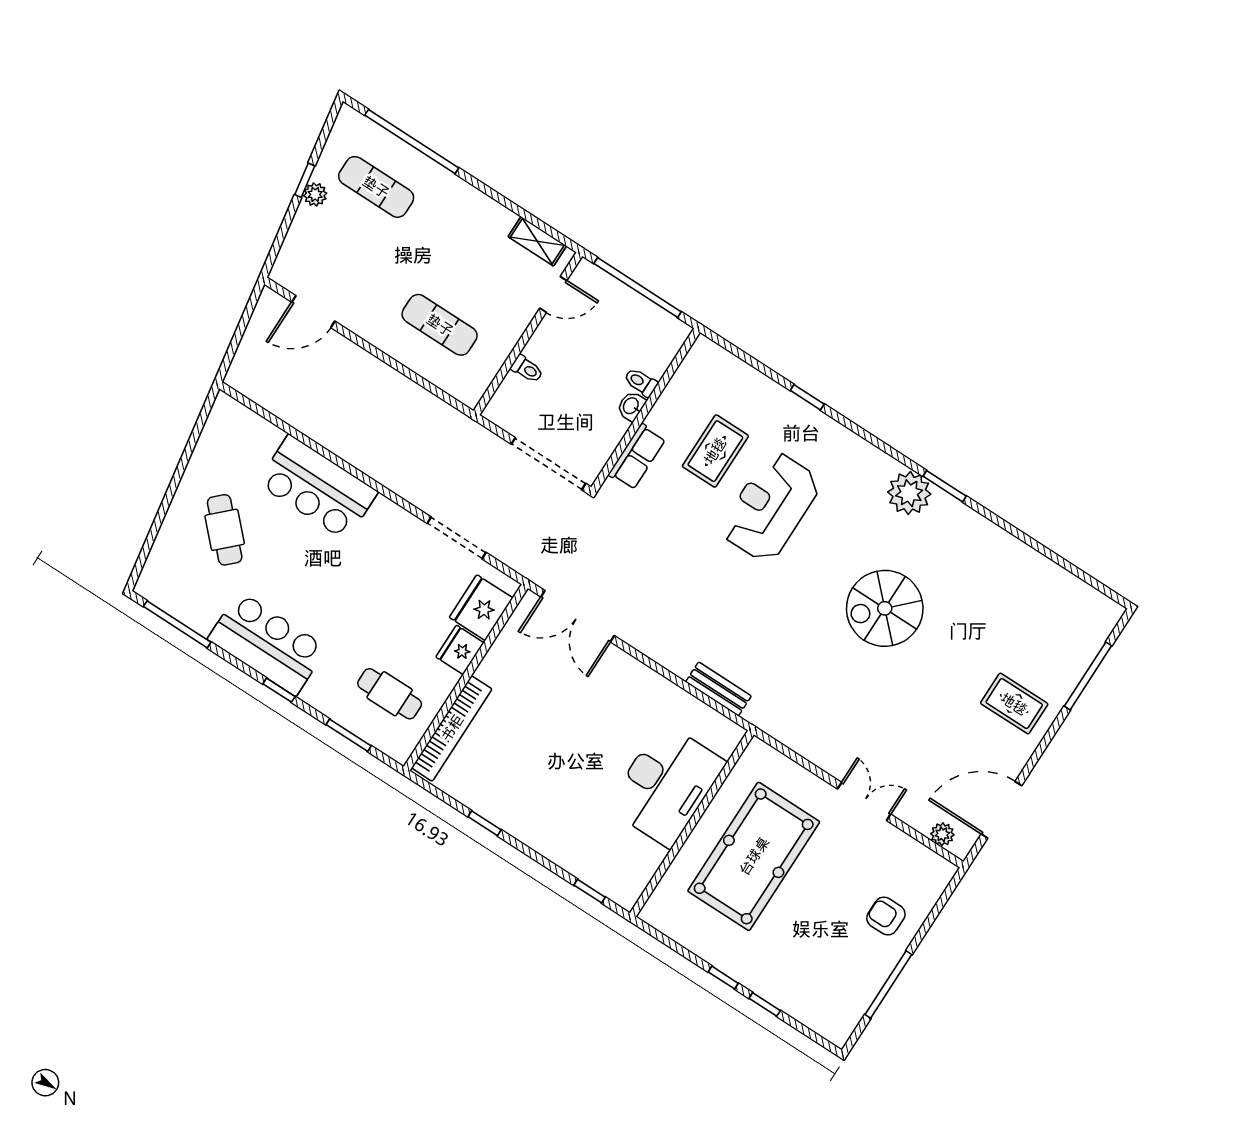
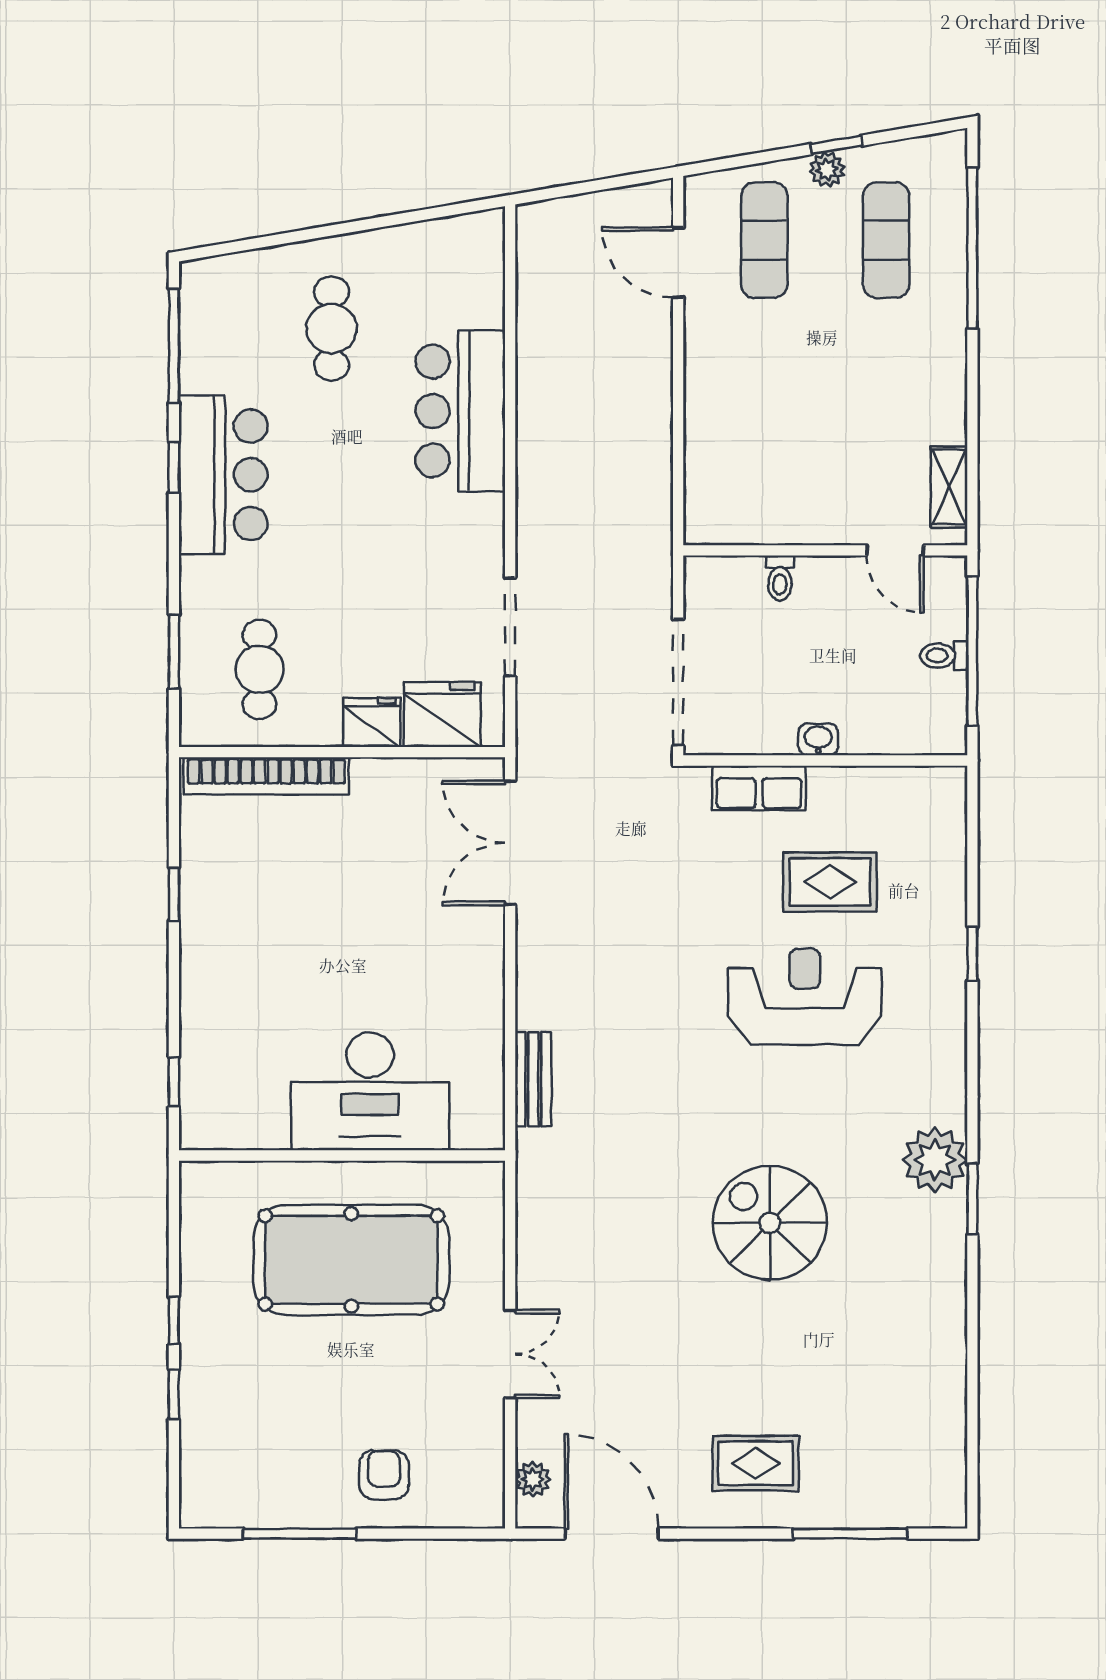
exercise mat: (440, 325) -> (764, 240), moved
toilet: (641, 382) -> (944, 656), moved, turned -90
cafe table: (225, 530) -> (331, 329), turned -46
window: (279, 690) -> (174, 467), moved
rug: (1014, 704) -> (756, 1463), turned 90

